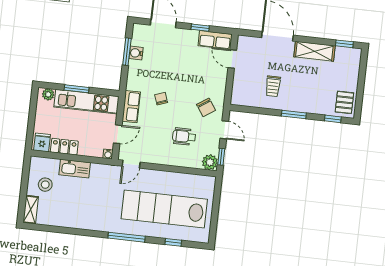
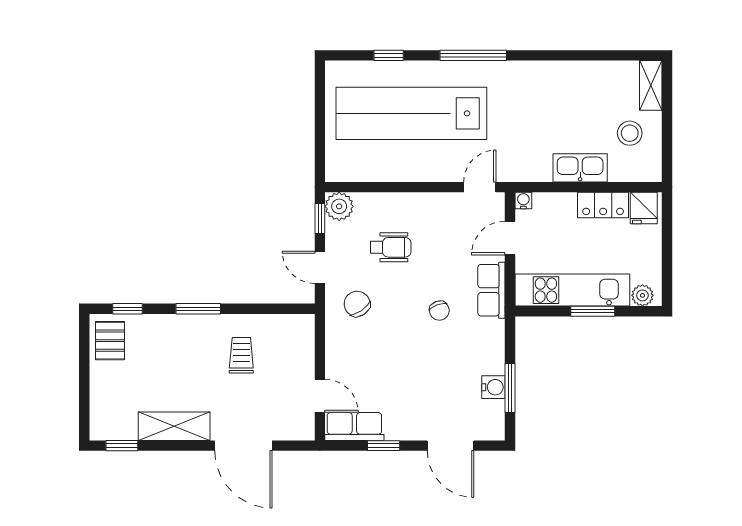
lab bench: (164, 209) -> (411, 113), turned 180

